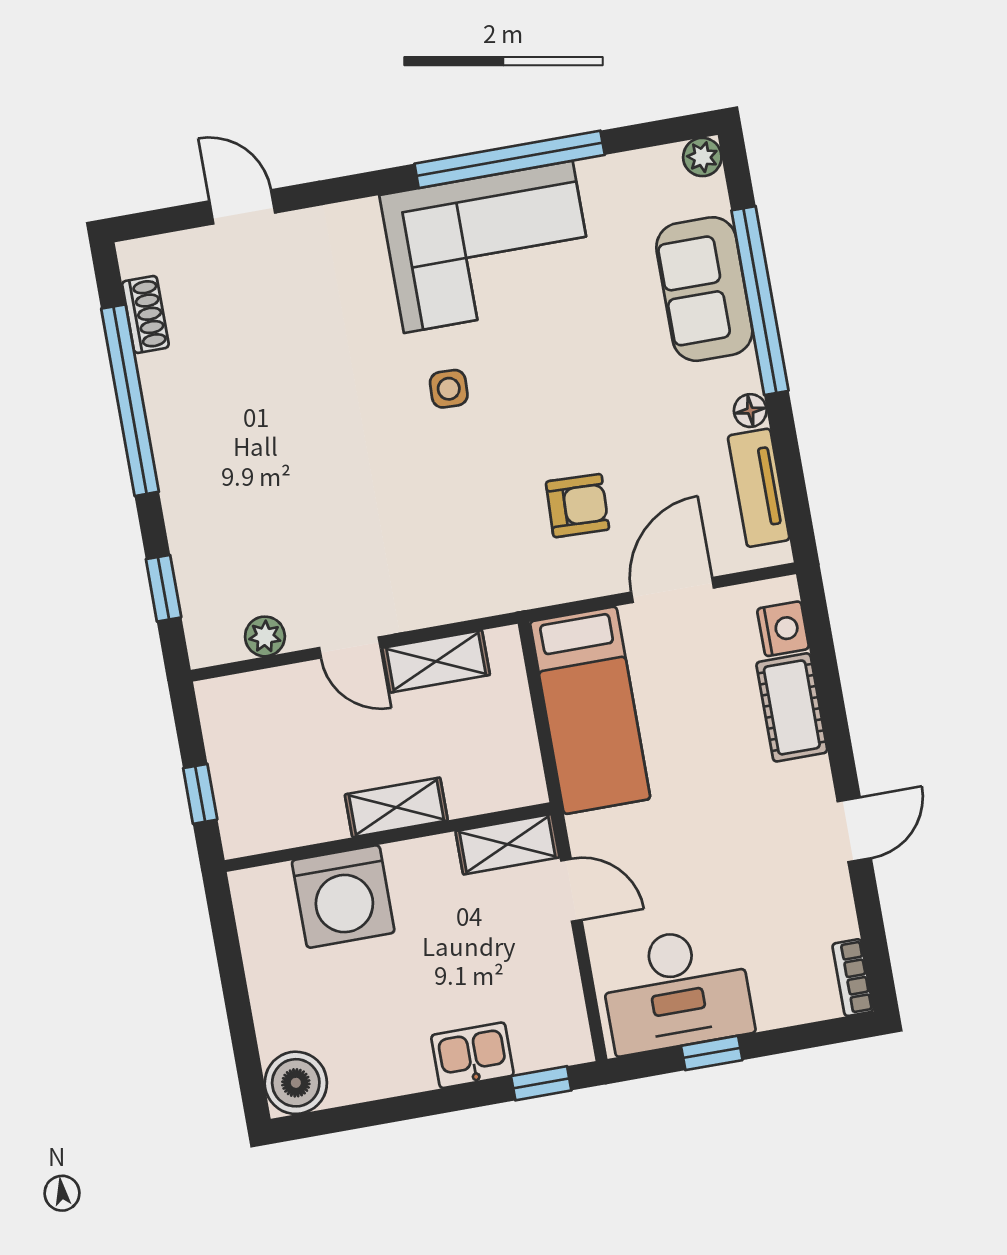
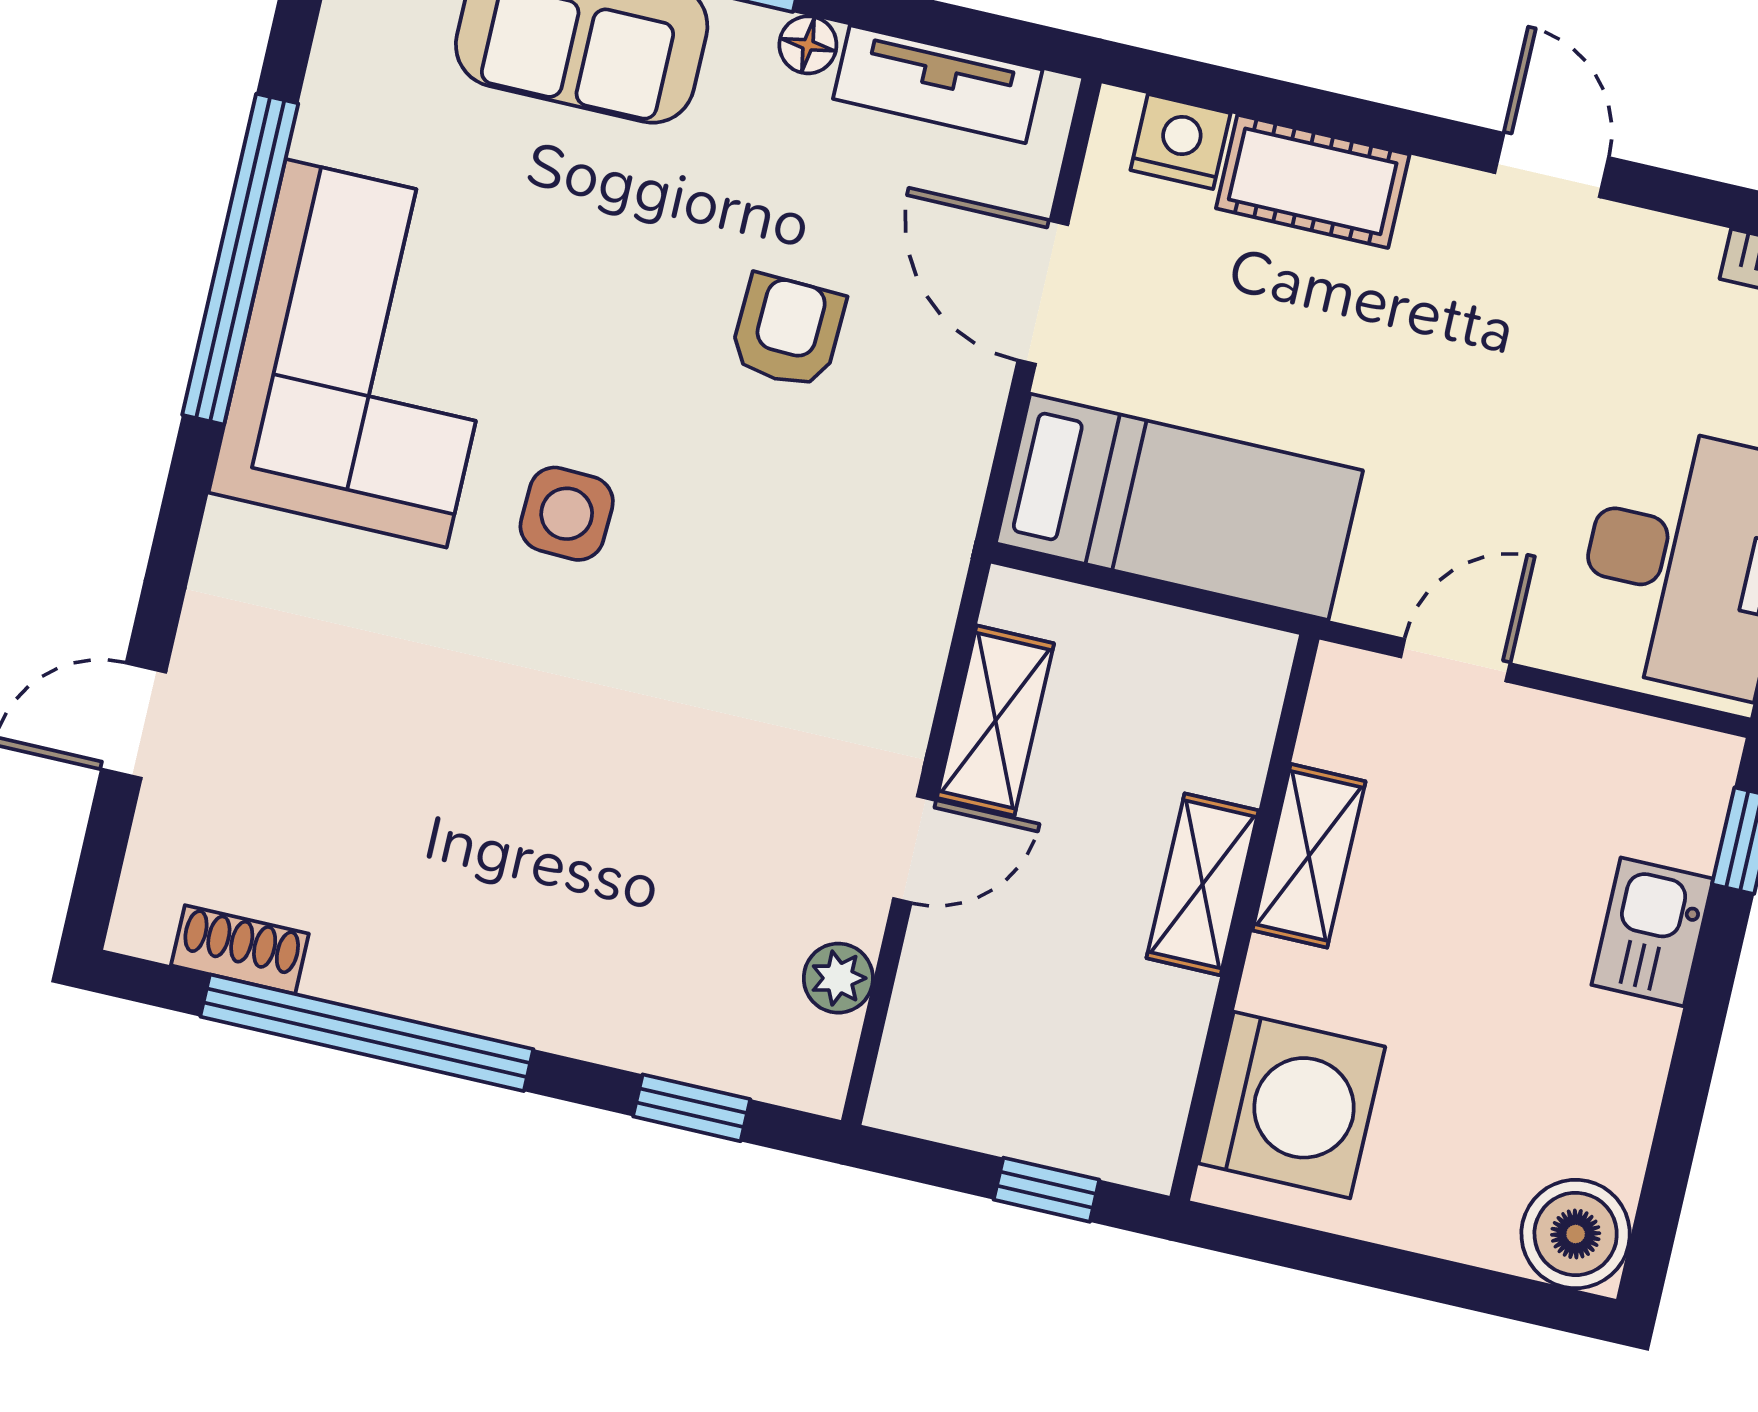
side table: (449, 389) -> (567, 514), width x1.37, depth x1.37
armchair: (577, 506) -> (788, 331), moved
shelving: (507, 844) -> (1309, 856), moved
washing machine: (343, 897) -> (1292, 1105), moved

